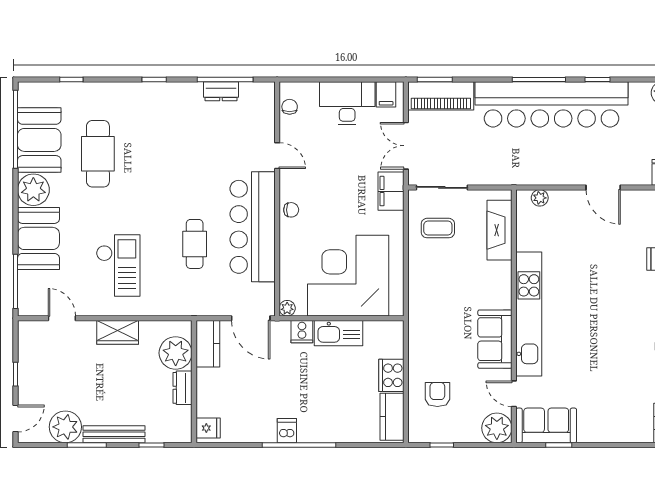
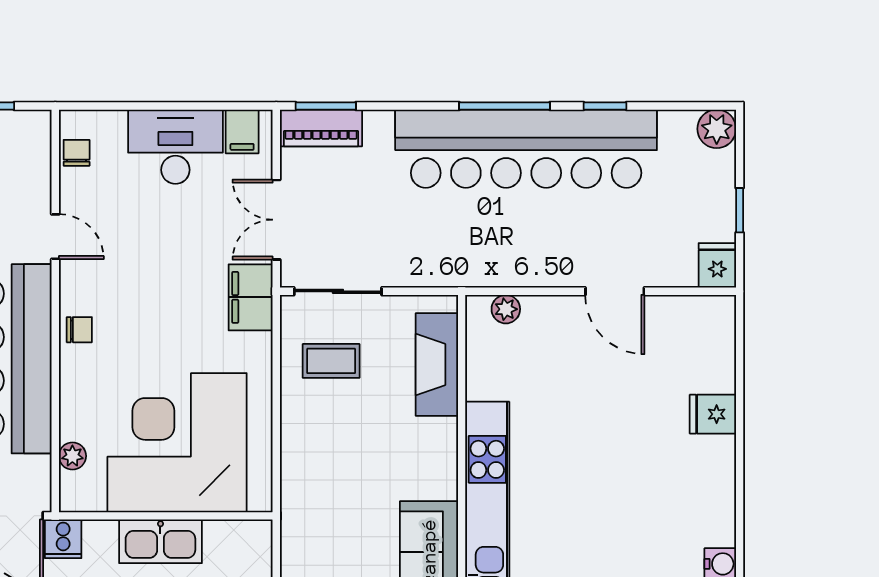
piano: (441, 96) -> (321, 128), width x0.73, depth x0.75
plant: (287, 308) -> (72, 456), moved
cooker: (302, 332) -> (63, 539), moved

